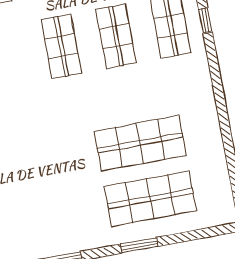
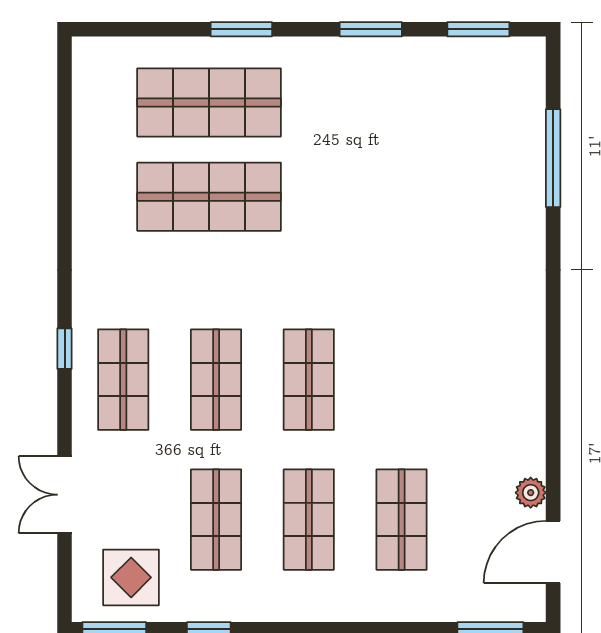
window: (205, 21) -> (65, 349), moved

